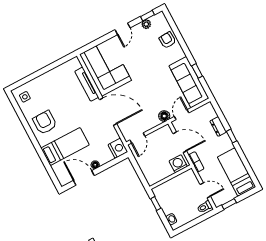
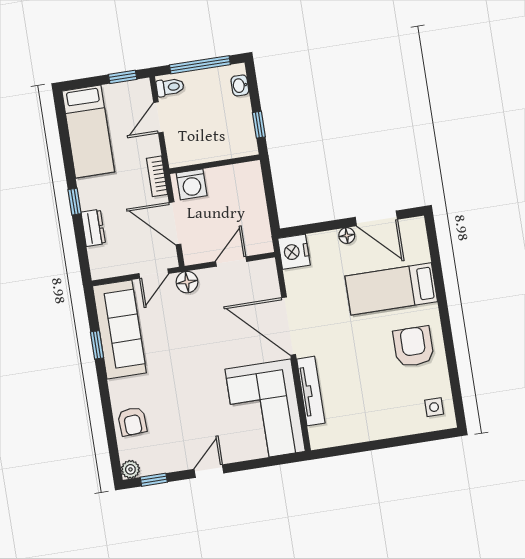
plant: (146, 24) -> (130, 469), moved
armchair: (45, 122) -> (413, 347), turned 180
door: (137, 138) -> (231, 261), moved
door: (205, 190) -> (158, 117), hinge flipped
window: (194, 223) -> (200, 65), added

